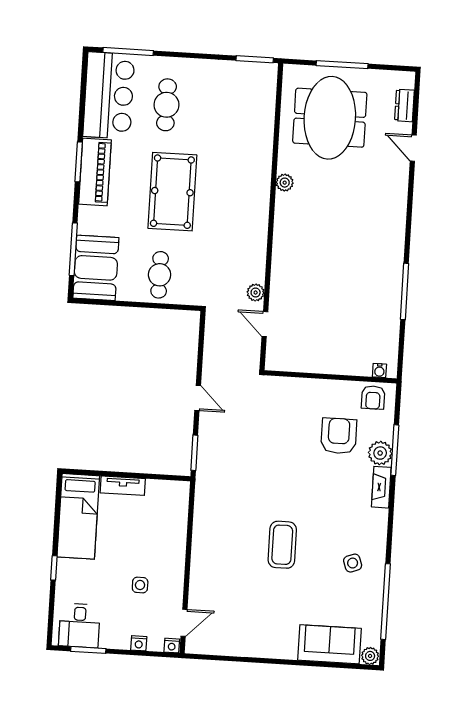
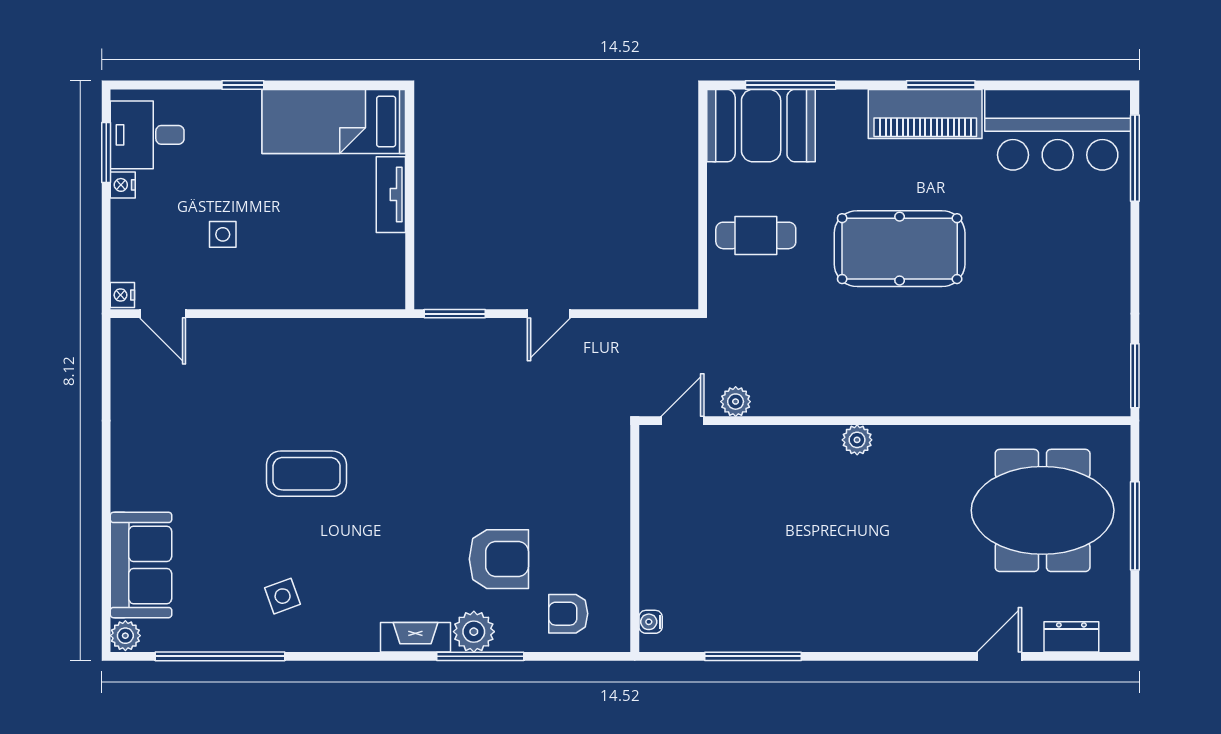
cafe table: (166, 105) -> (1048, 229), removed
plant: (285, 183) -> (857, 440), moved
water cooler: (379, 371) -> (651, 622), moved
wall: (330, 377) -> (635, 539), moved
nightstand: (139, 643) -> (123, 185), moved

